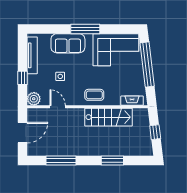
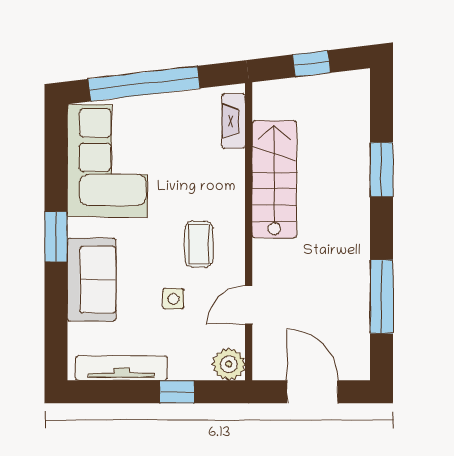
window: (85, 29) -> (56, 237), width x0.69
coffee table: (94, 95) -> (199, 244), moved

